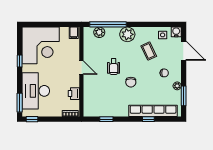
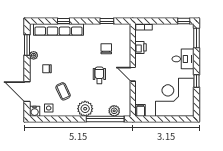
chair: (131, 82) -> (106, 49), moved
desk: (36, 91) -> (183, 59), width x0.53, depth x0.77

